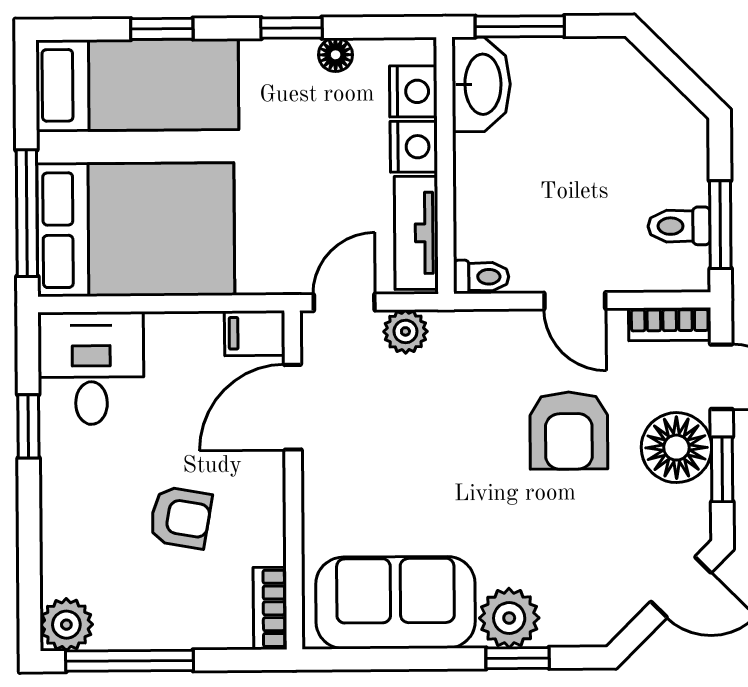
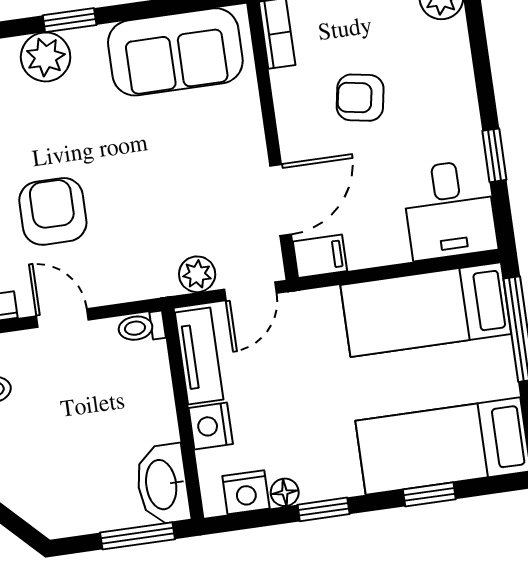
nightstand: (413, 91) -> (246, 492), moved, turned -90
bed: (136, 230) -> (426, 310), width x0.67
plant: (509, 618) -> (46, 57), moved

